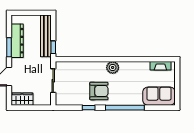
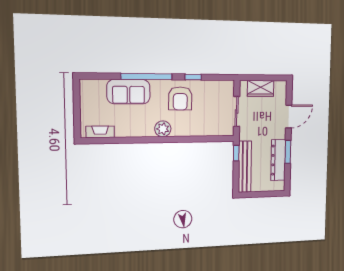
armchair: (99, 91) -> (180, 98), turned -89
sofa: (159, 96) -> (128, 92), moved
wardrobe: (22, 99) -> (261, 88), moved

